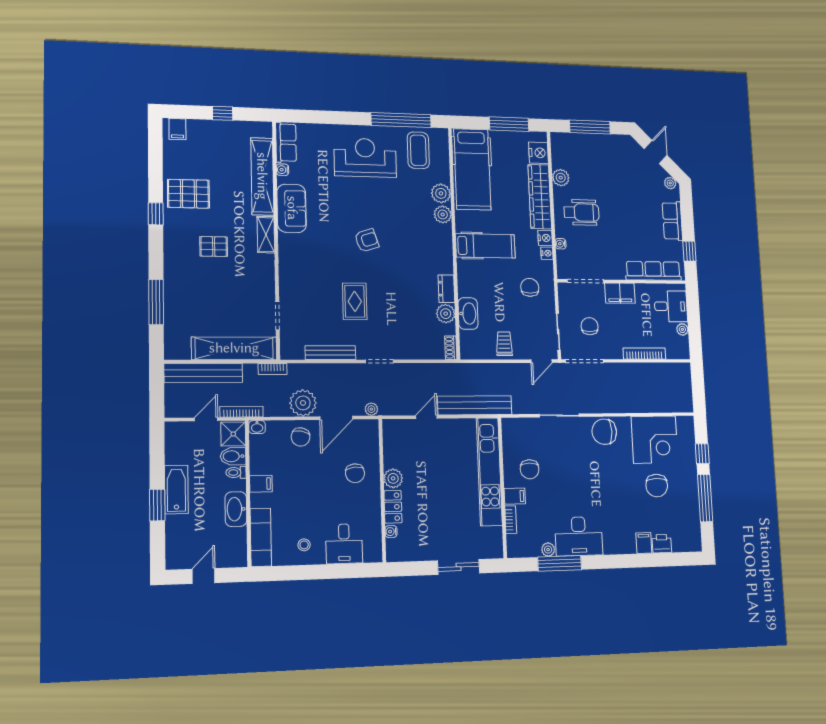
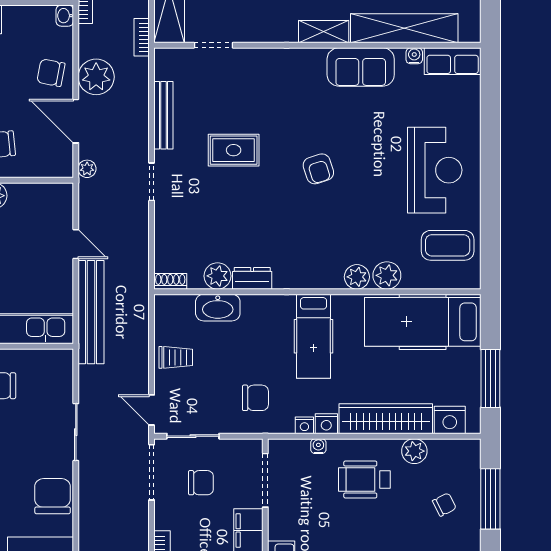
window: (401, 120) -> (490, 222), removed
chair: (595, 158) -> (444, 505), added
wheelchair: (582, 212) -> (364, 479), turned 90

